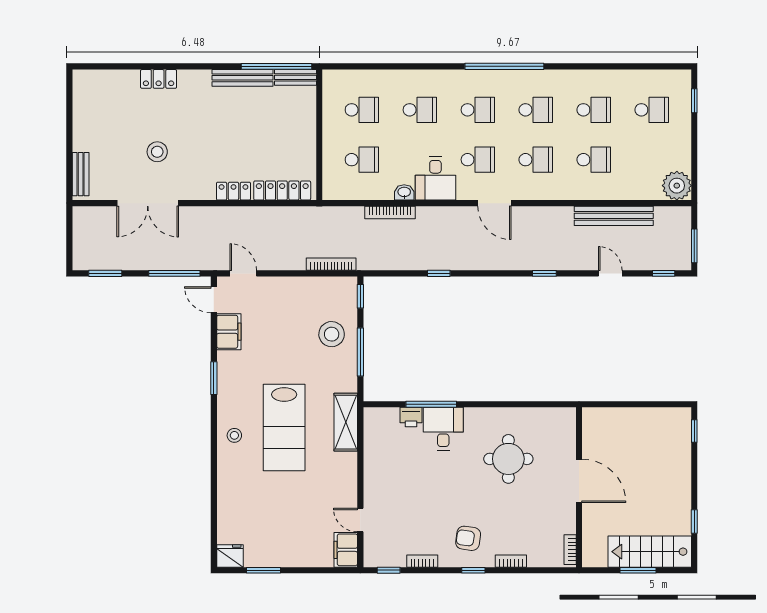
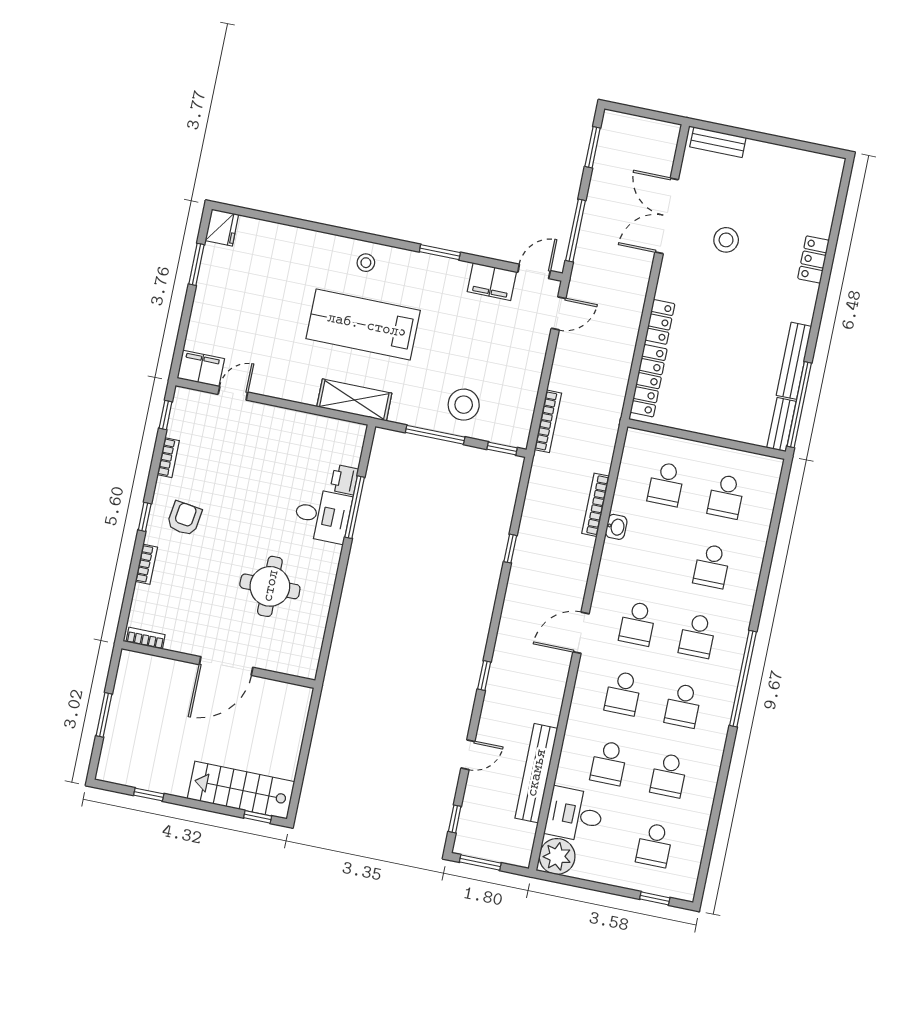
desk: (435, 178) -> (575, 815), moved
stairs: (650, 552) -> (241, 790), moved, turned -90

